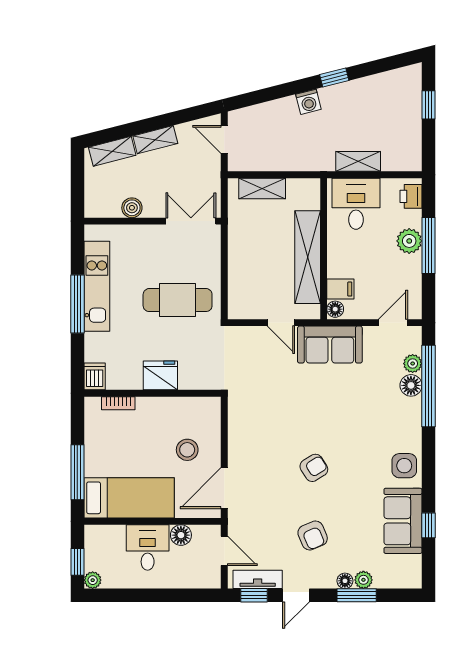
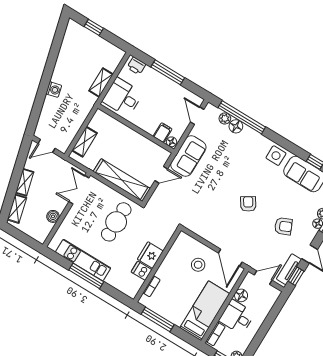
window: (334, 77) -> (49, 68), removed
plant: (409, 241) -> (159, 81), removed
shelving: (308, 257) -> (122, 180), moved
dishwasher: (95, 376) -> (142, 271), moved
window: (77, 472) -> (158, 319), moved
bookcase: (106, 532) -> (215, 334), added

